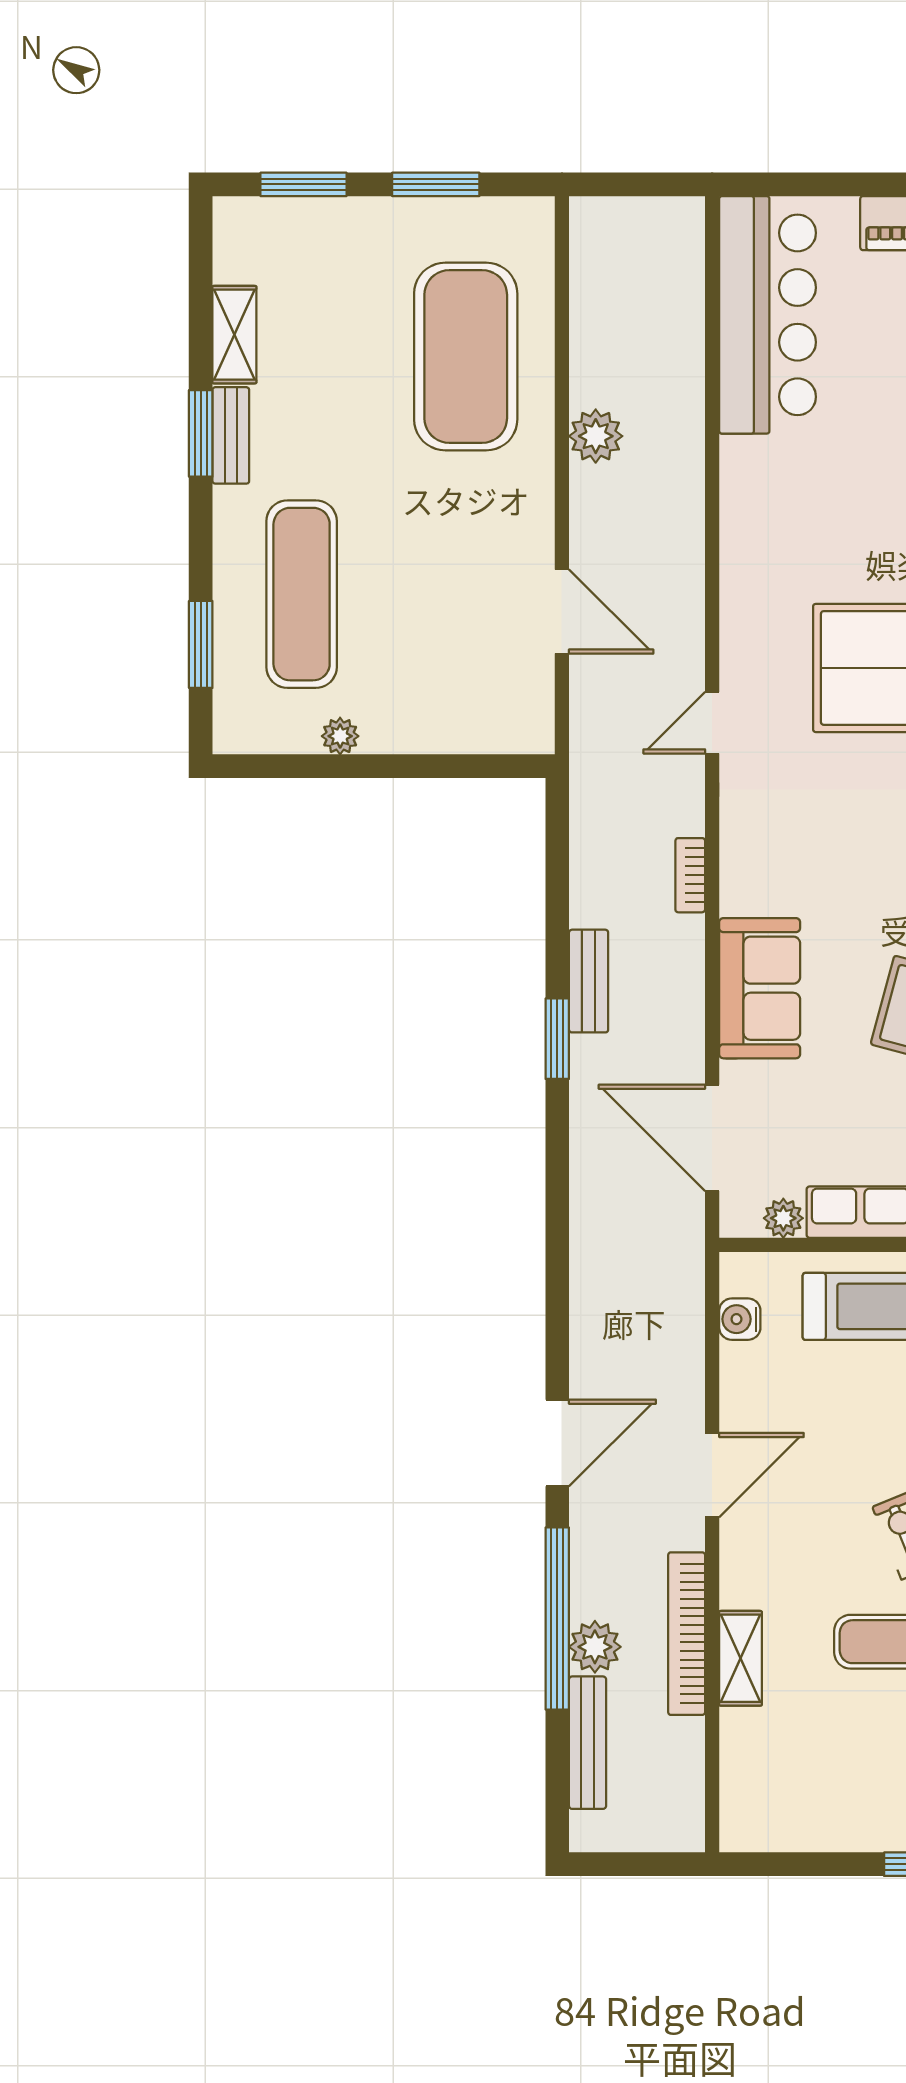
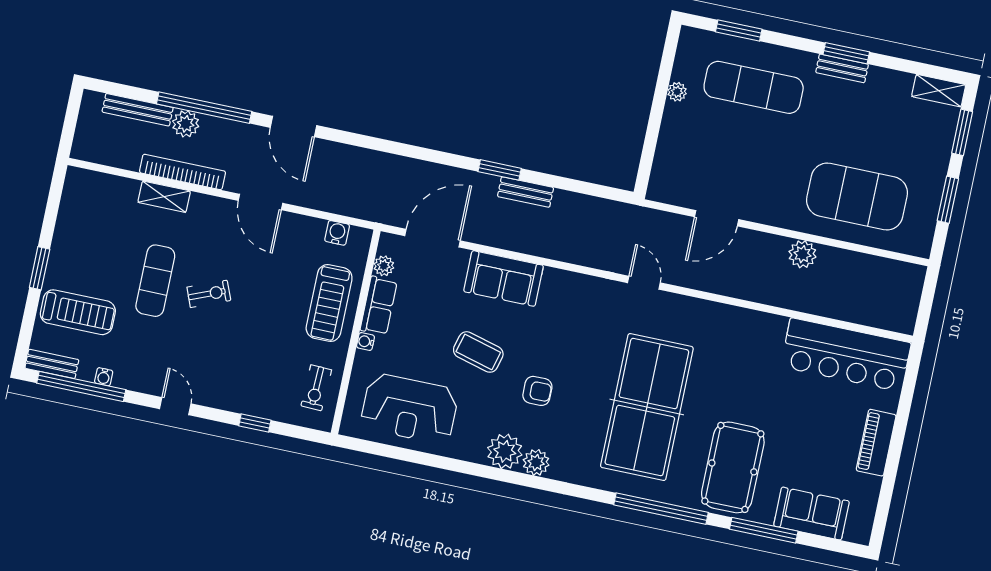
shelving: (234, 335) -> (939, 91), moved
bookcase: (690, 875) -> (569, 255), removed

